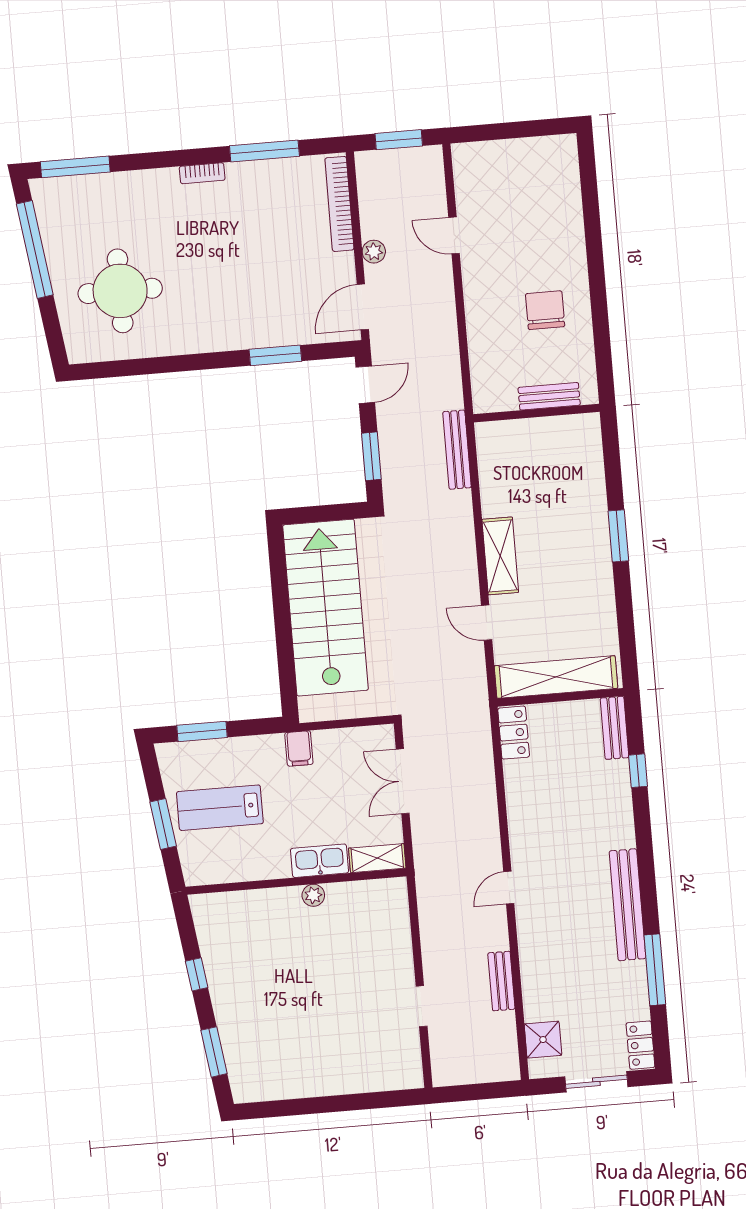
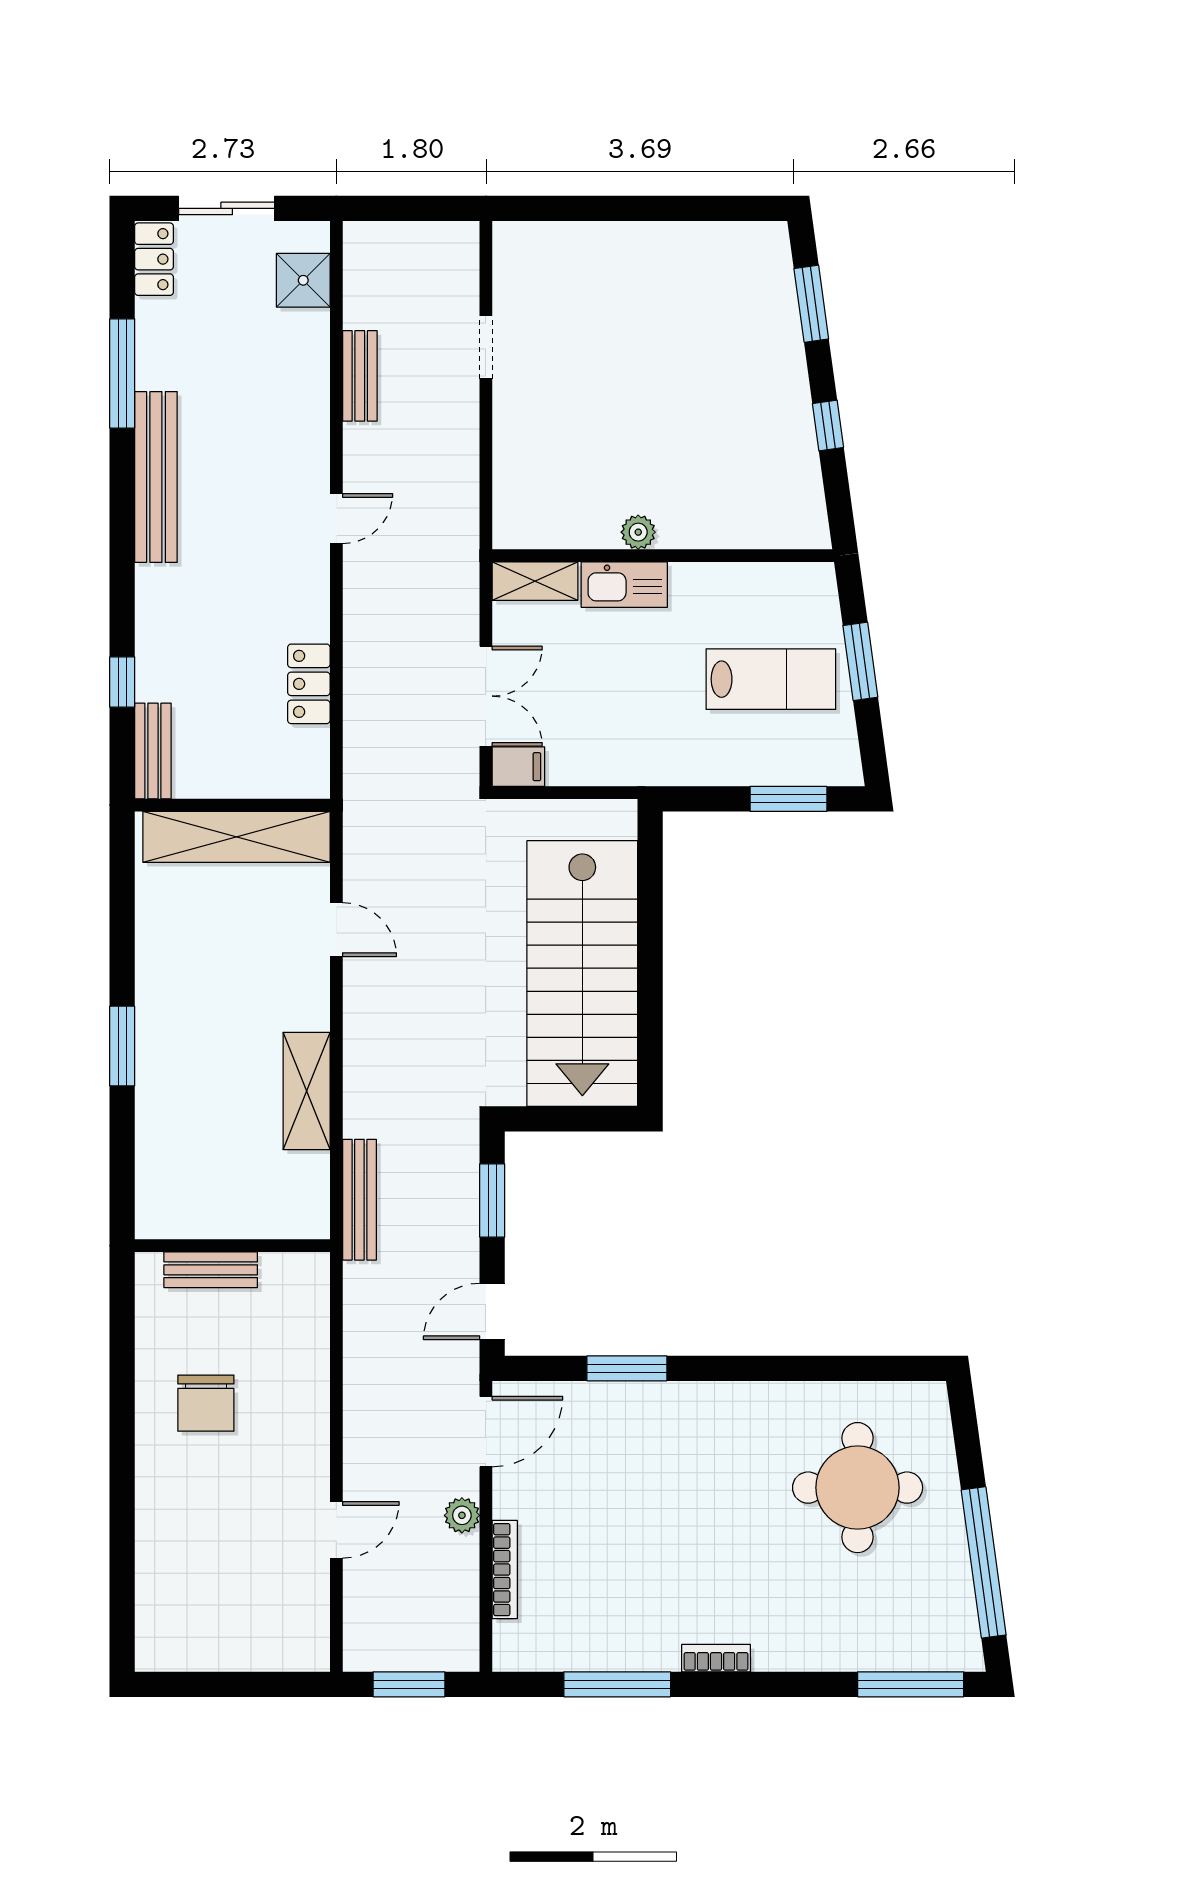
bookcase: (339, 204) -> (505, 1570), width x0.68, depth x0.76
door: (454, 235) -> (336, 1530), hinge flipped
shelving: (500, 556) -> (307, 1091), moved
locker: (514, 733) -> (309, 684), moved
filing cabinet: (299, 748) -> (518, 767), moved, turned 90

